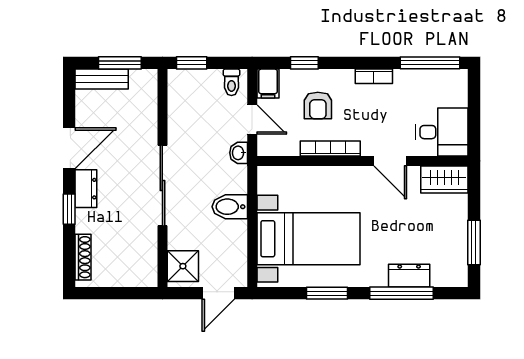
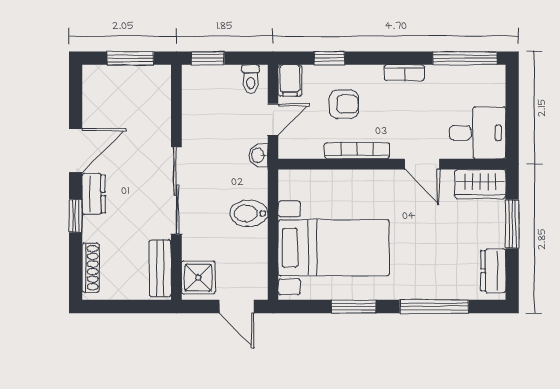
bench: (102, 79) -> (160, 268), moved, turned 90
armchair: (318, 105) -> (344, 104), turned -90
door: (252, 120) -> (273, 119), hinge flipped
window: (474, 242) -> (512, 224), moved
dresser: (409, 276) -> (493, 271), moved, turned -90
door: (218, 293) -> (236, 306), hinge flipped

